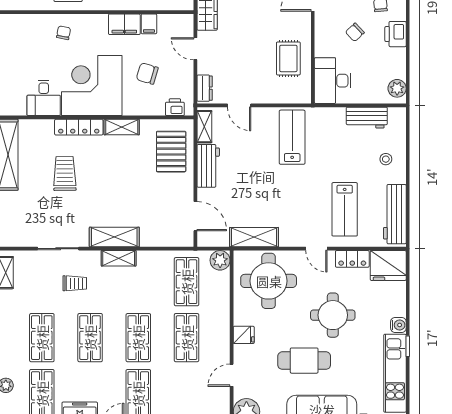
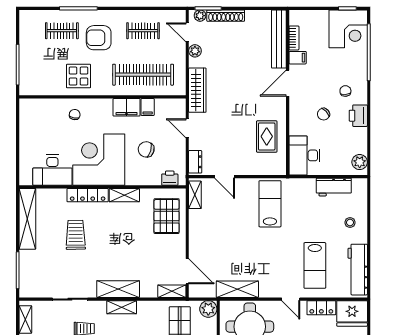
desk: (44, 98) -> (52, 170), width x1.37
workbench: (208, 166) -> (198, 228), removed
shelving: (177, 240) -> (172, 291), added

